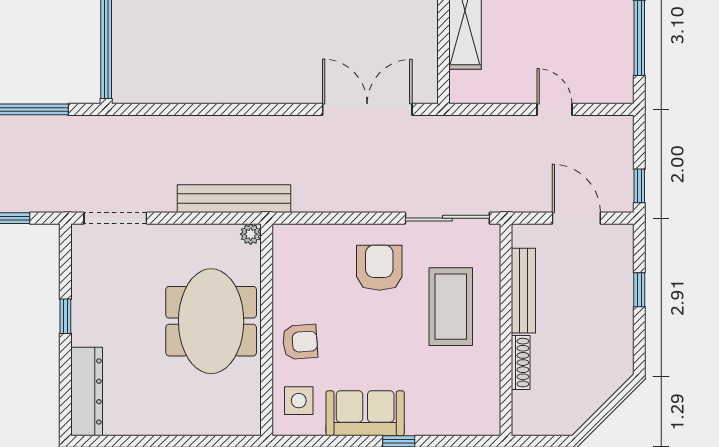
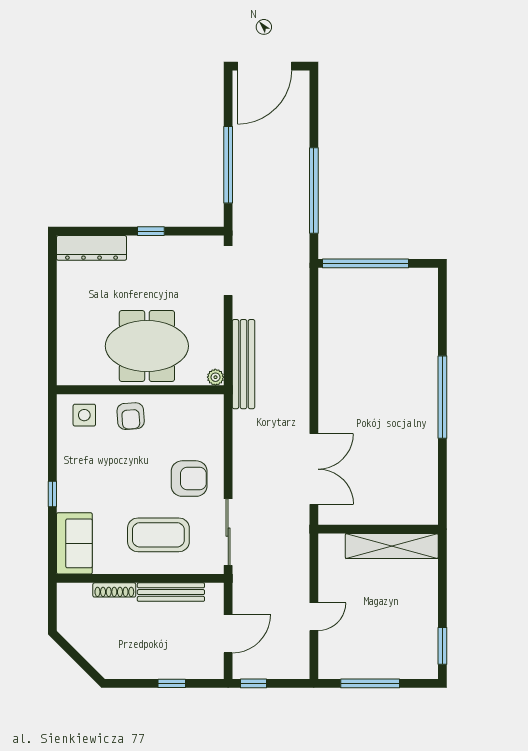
sofa: (365, 413) -> (74, 543), moved

